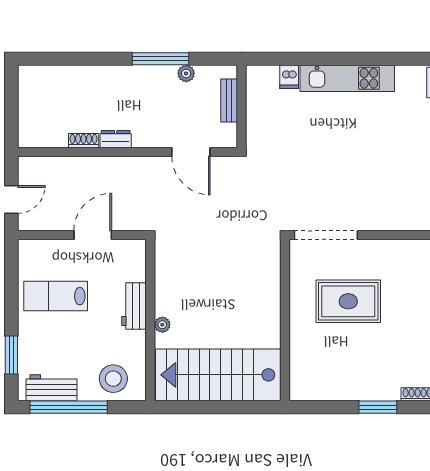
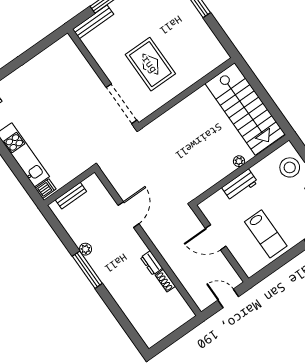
bench: (229, 100) -> (71, 196), moved
wall: (242, 106) -> (69, 186), moved

